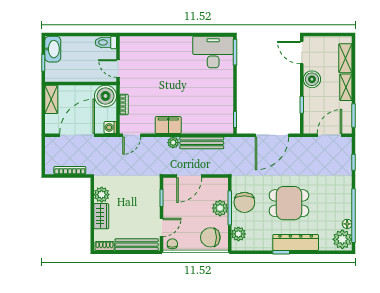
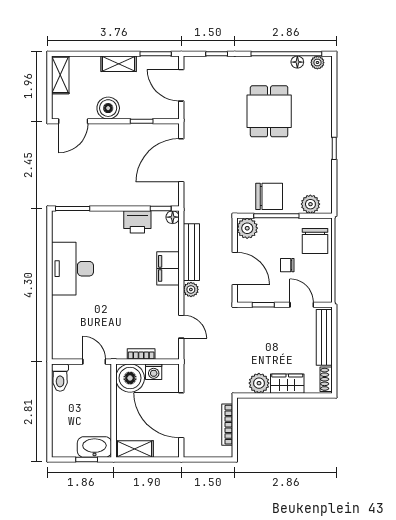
washbasin: (53, 49) -> (94, 447), moved
desk: (213, 52) -> (73, 269), moved
shelving: (345, 58) -> (60, 75), moved, turned 90
door: (118, 69) -> (94, 362), swing flipped
printer: (225, 102) -> (137, 222), added
filing cabinet: (168, 125) -> (168, 268), moved
washing machine: (110, 127) -> (154, 372), moved
floor lamp: (228, 129) -> (173, 217), added
door: (132, 135) -> (181, 327), moved
door: (272, 135) -> (181, 160), swing flipped
dining table: (289, 203) -> (269, 111), moved
plant: (220, 208) -> (247, 228), moved
plant: (342, 239) -> (317, 63), width x0.53, depth x0.53
dresser: (296, 242) -> (322, 129), removed
chair: (172, 244) -> (287, 265), moved

